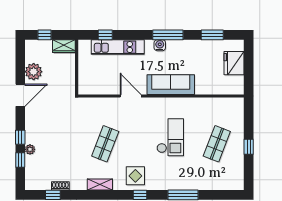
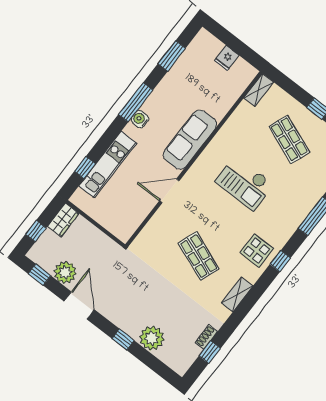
fridge: (234, 63) -> (227, 58), width x0.53, depth x0.75
shelving: (232, 103) -> (259, 90), added
checkout: (170, 137) -> (244, 183), turned 180
plant: (30, 149) -> (152, 338), width x1.88, depth x1.88
window: (20, 160) -> (40, 275), moved

